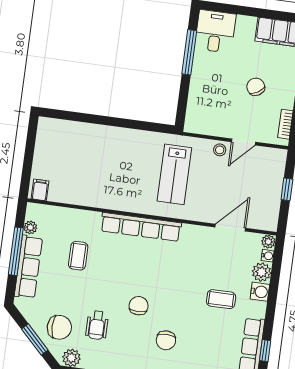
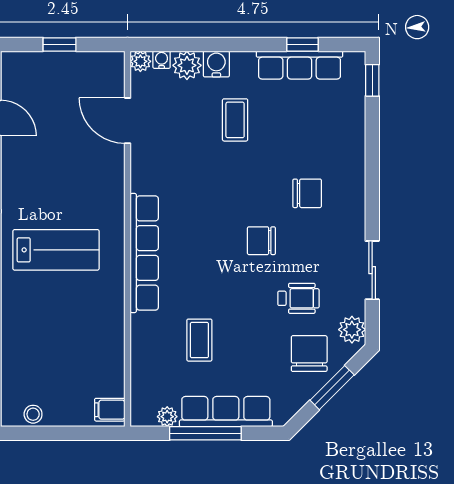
stool: (220, 150) -> (33, 414), moved
lab bench: (174, 174) -> (56, 250), moved
coffee table: (78, 256) -> (199, 340), turned 90

